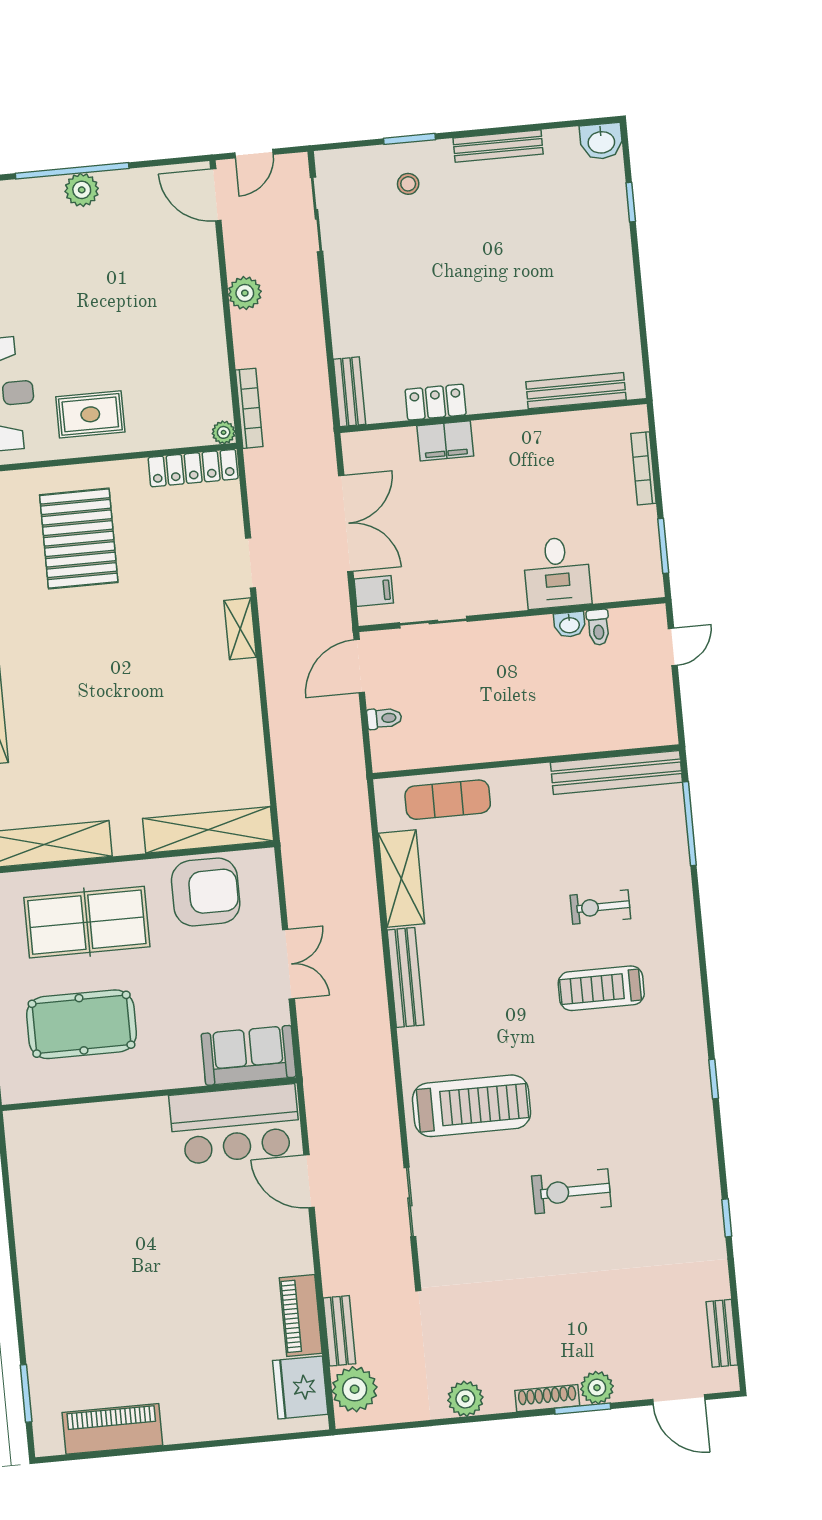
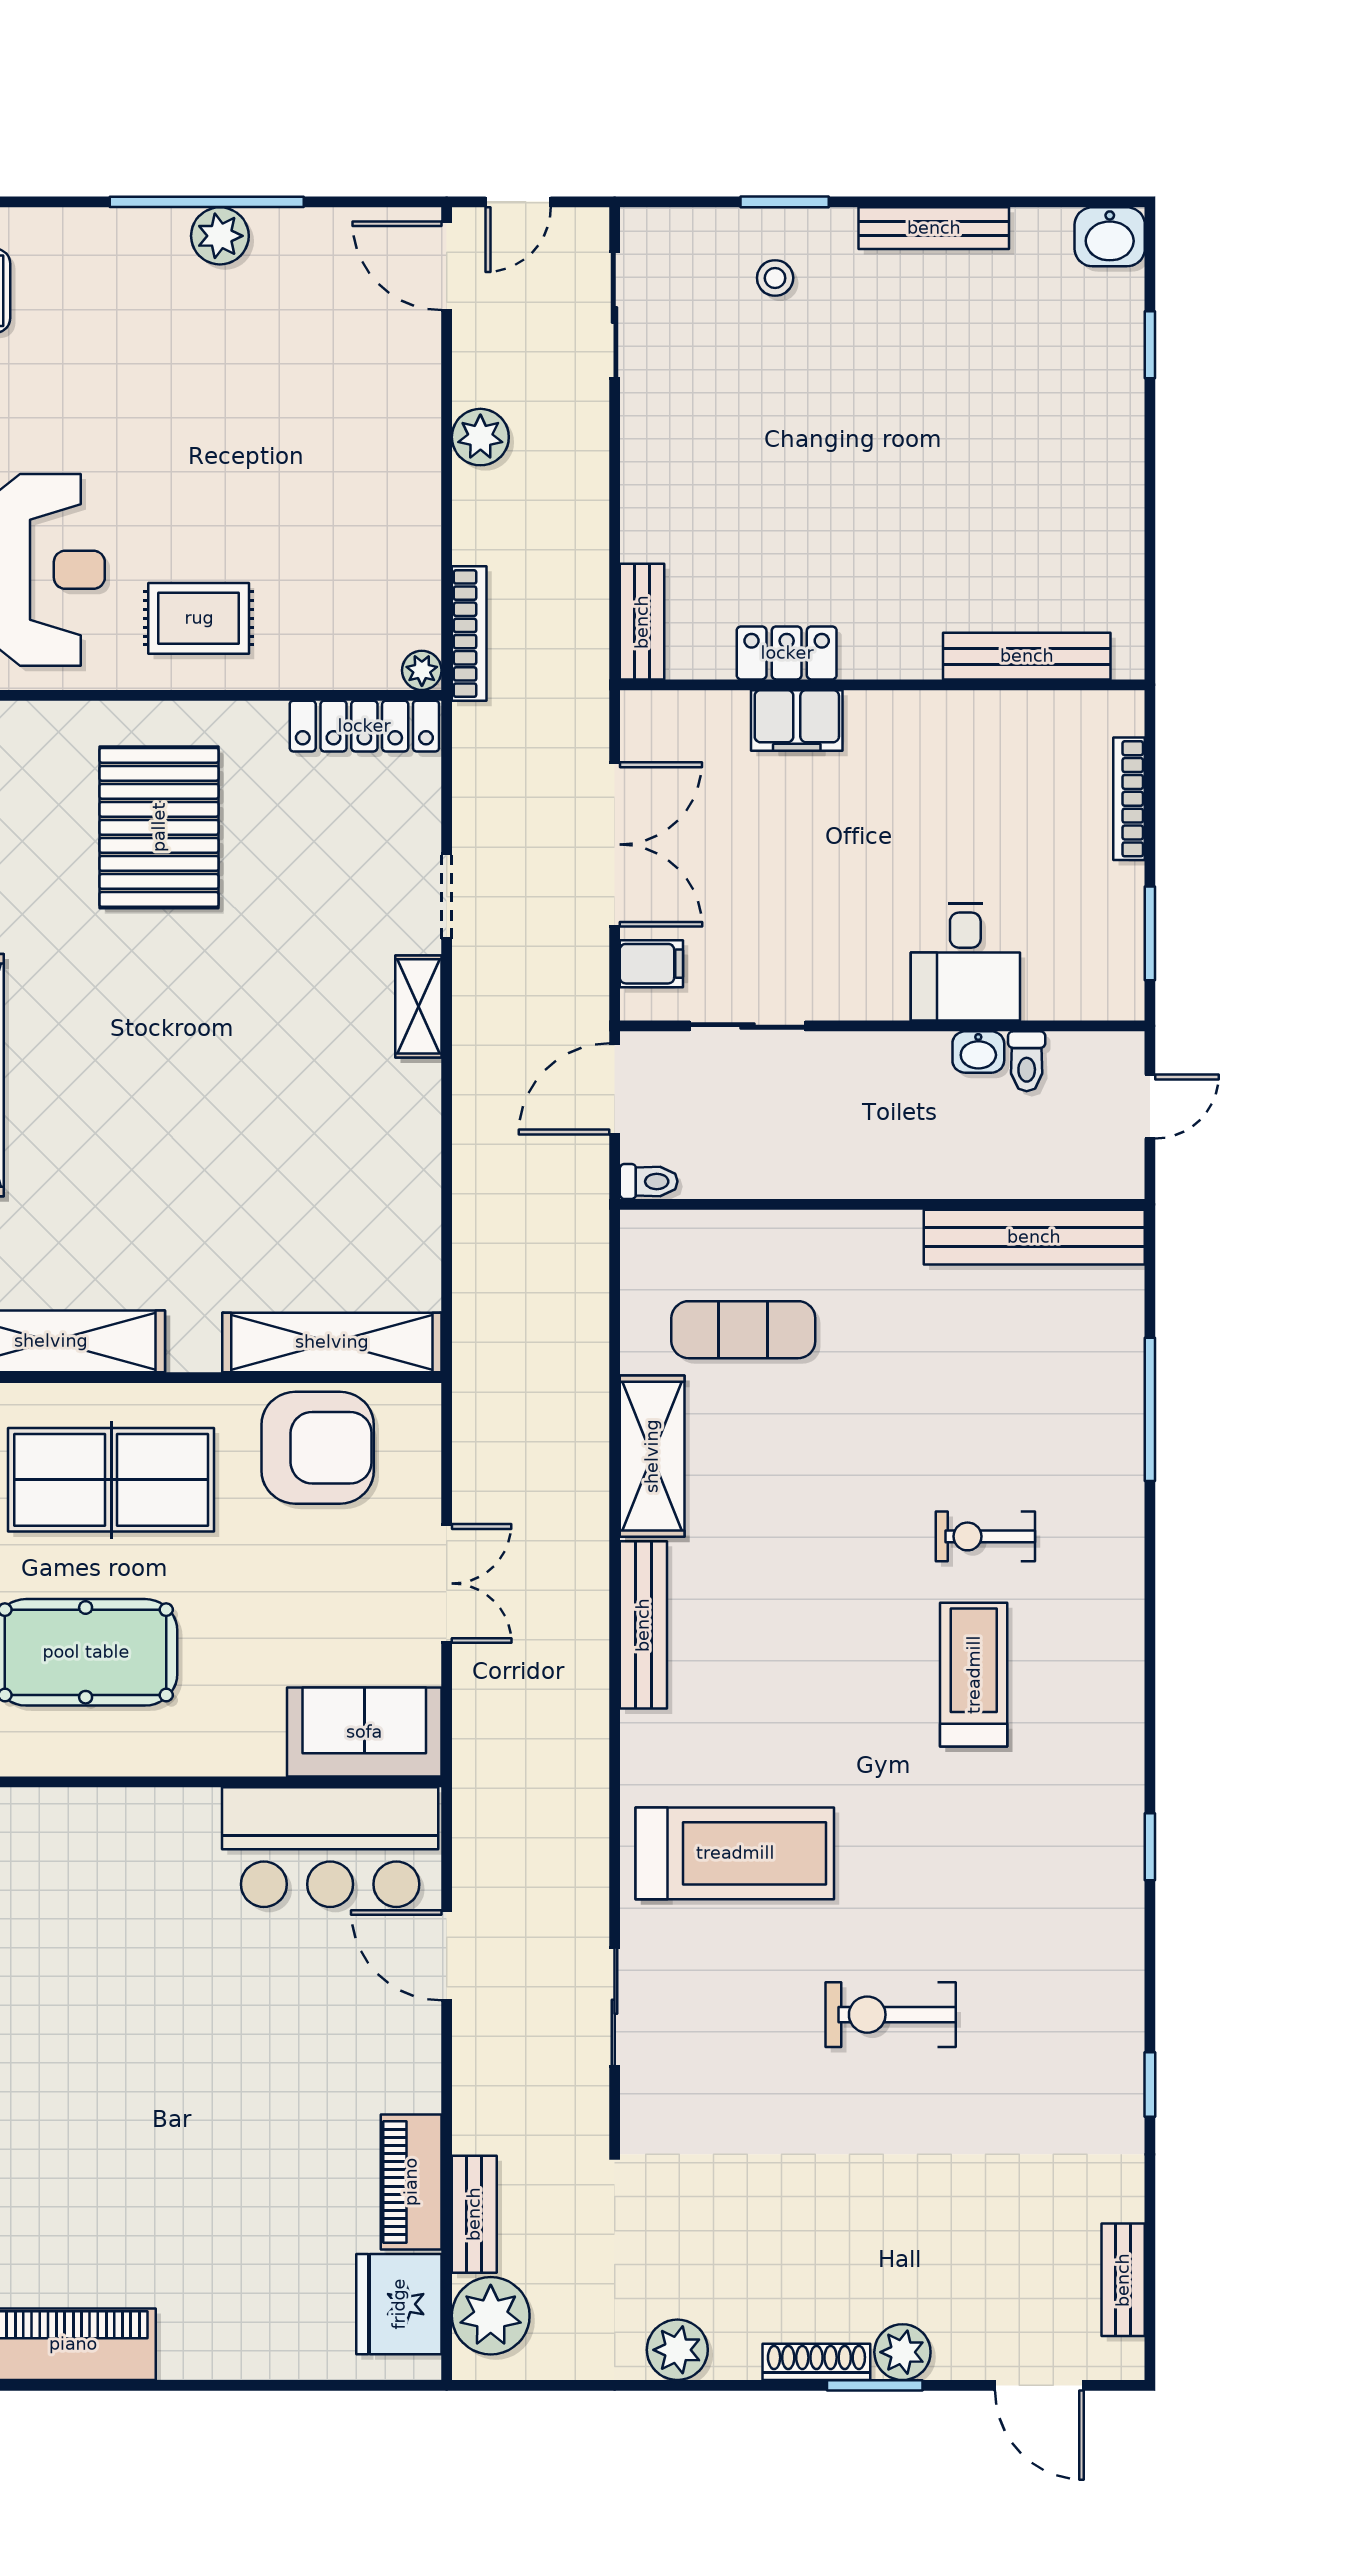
wall: (526, 762) -> (882, 1204), moved
bench: (616, 772) -> (1034, 1237), moved
treadmill: (601, 988) -> (974, 1675), turned 90

